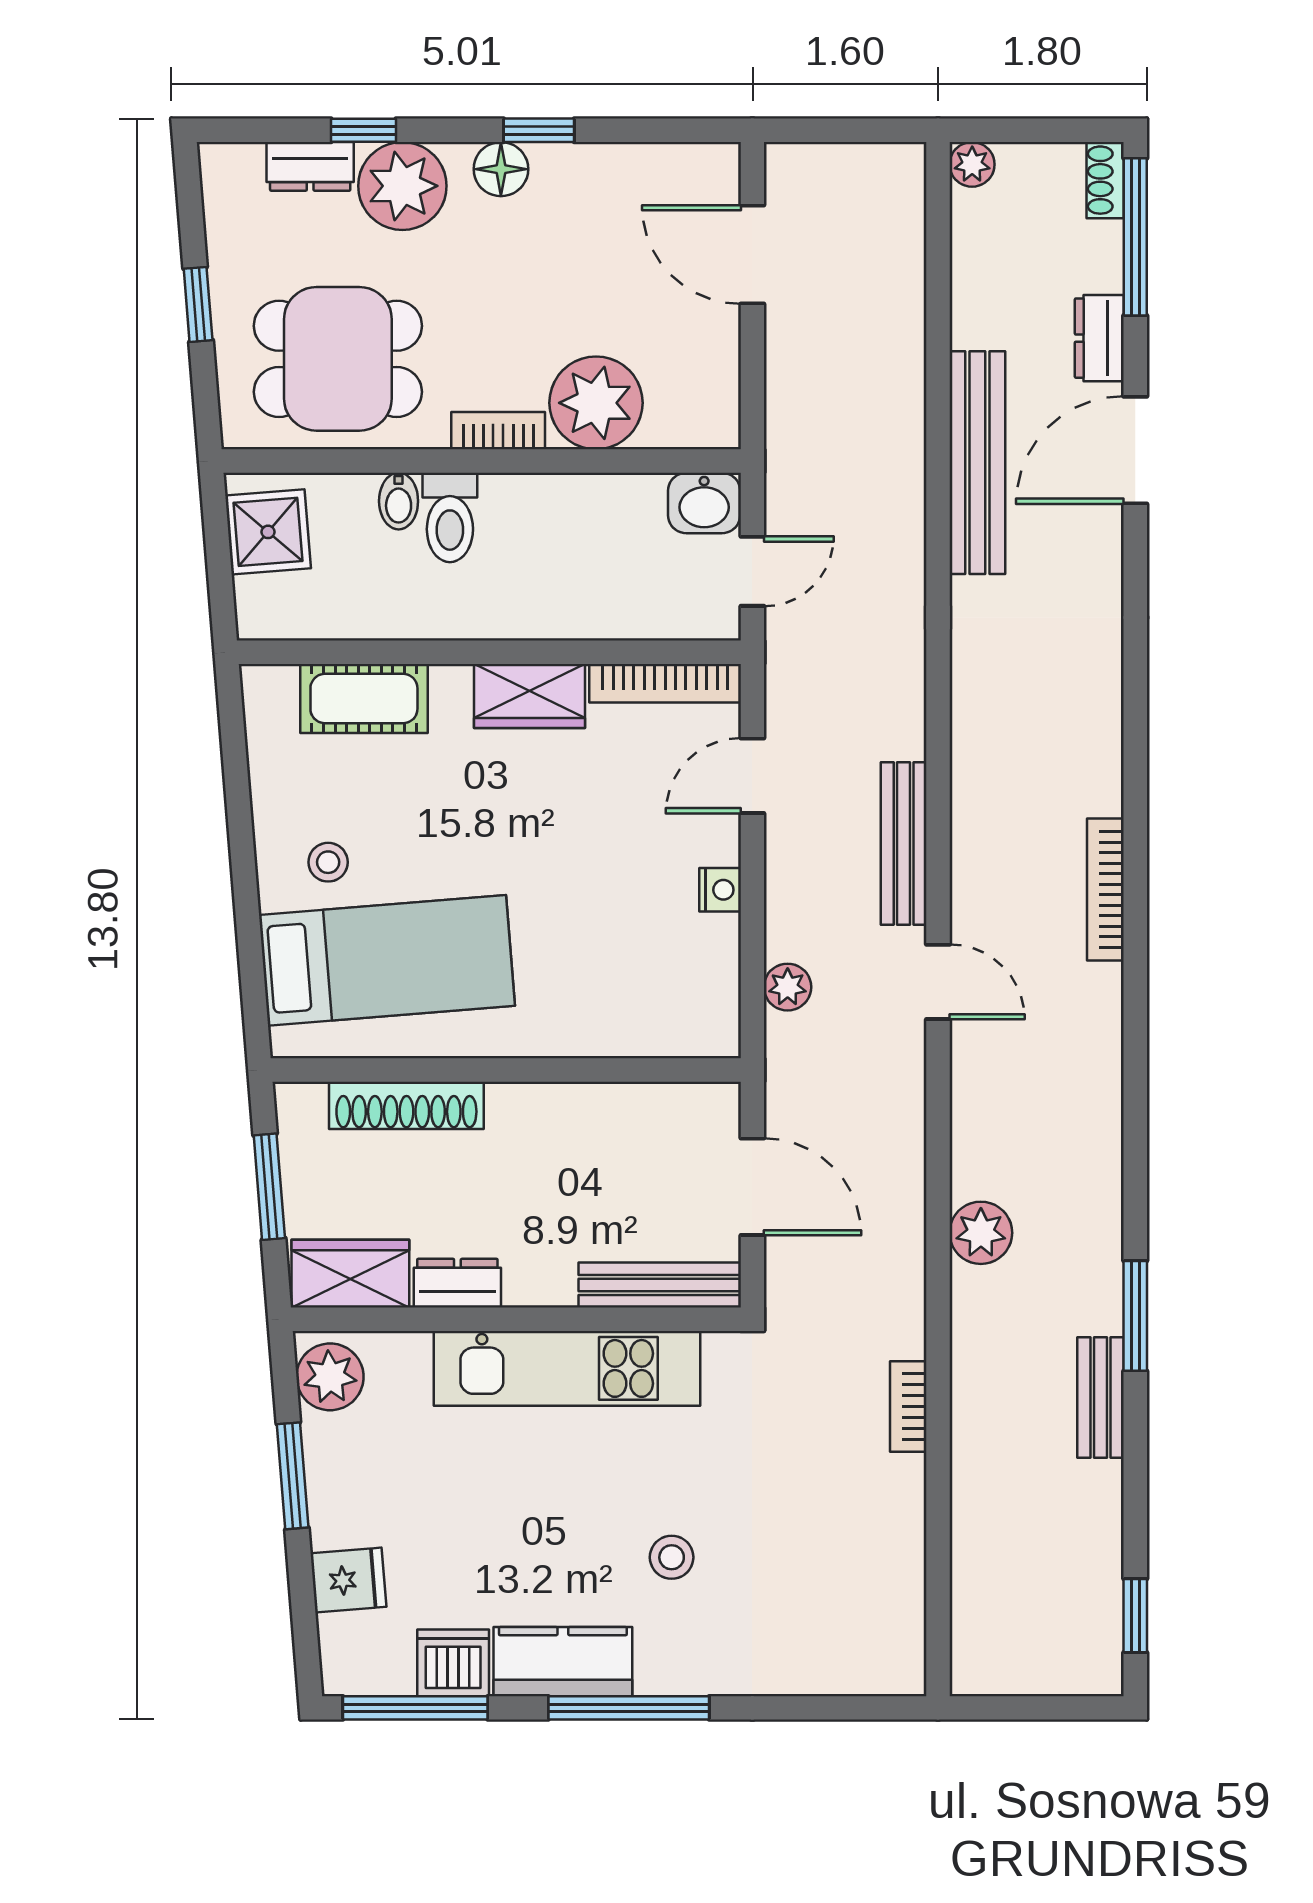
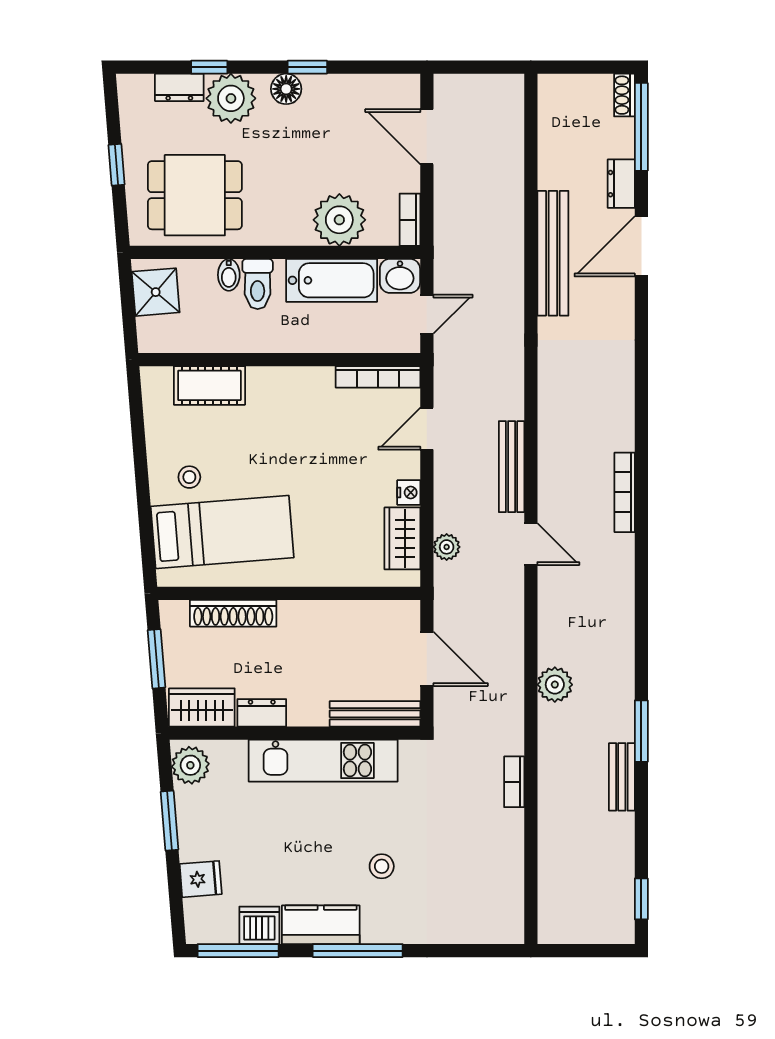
plant: (972, 164) -> (550, 86), removed
bookcase: (498, 431) -> (410, 220), moved, turned -90
bathtub: (582, 511) -> (332, 280), added
wardrobe: (529, 696) -> (402, 538), moved, turned 90

